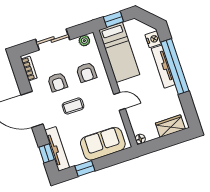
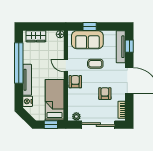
sliding door: (53, 40) -> (98, 125), width x1.37
window: (175, 67) -> (19, 63), moved
armchair: (86, 72) -> (75, 82), moved
coffee table: (73, 106) -> (95, 64), moved
window: (85, 168) -> (90, 26), moved

